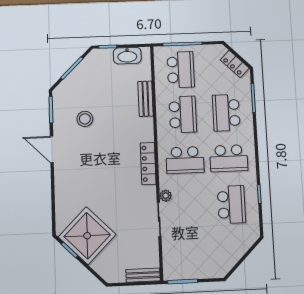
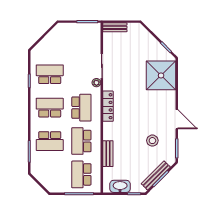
locker: (235, 64) -> (41, 177), removed
bench: (79, 72) -> (156, 175), added
school desk: (226, 113) -> (50, 141), turned 90
school desk: (185, 160) -> (81, 108), turned 90
school desk: (231, 205) -> (50, 74), turned 90
shower: (87, 236) -> (161, 75), moved, turned 45

